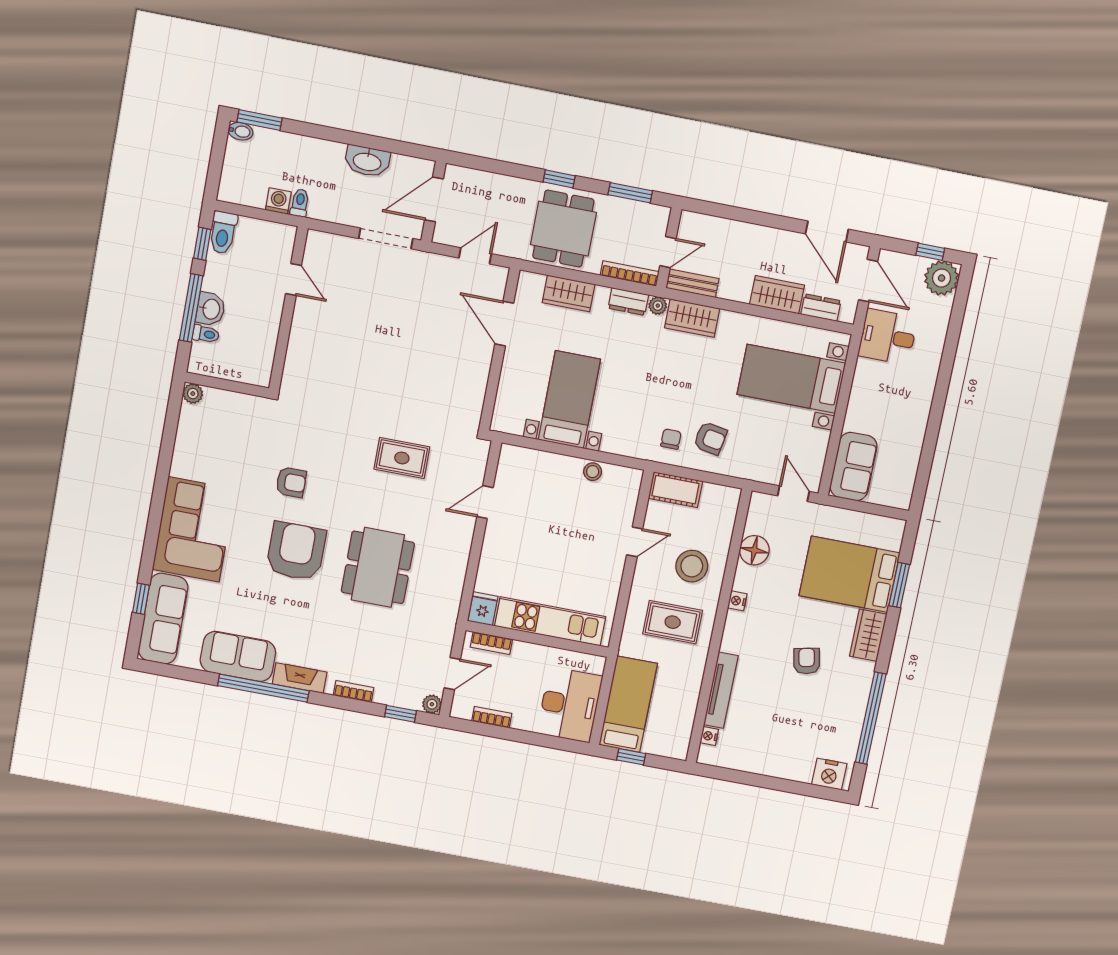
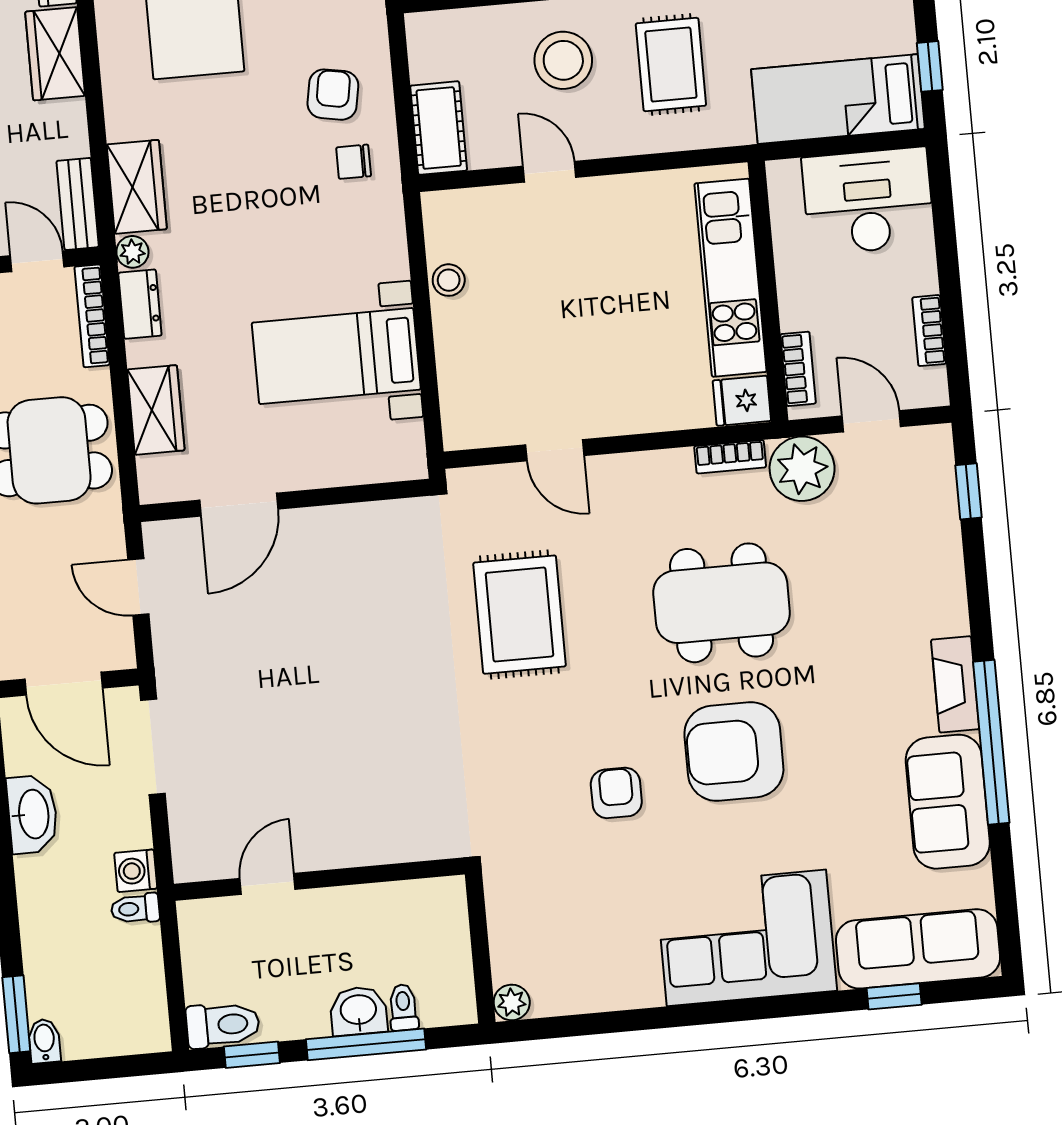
washing machine: (278, 201) -> (136, 871), moved
rug: (402, 458) -> (520, 615), width x1.36, depth x1.43
bookcase: (354, 691) -> (730, 457), moved, turned -90
plant: (432, 704) -> (802, 469), moved, width x1.88, depth x1.88

